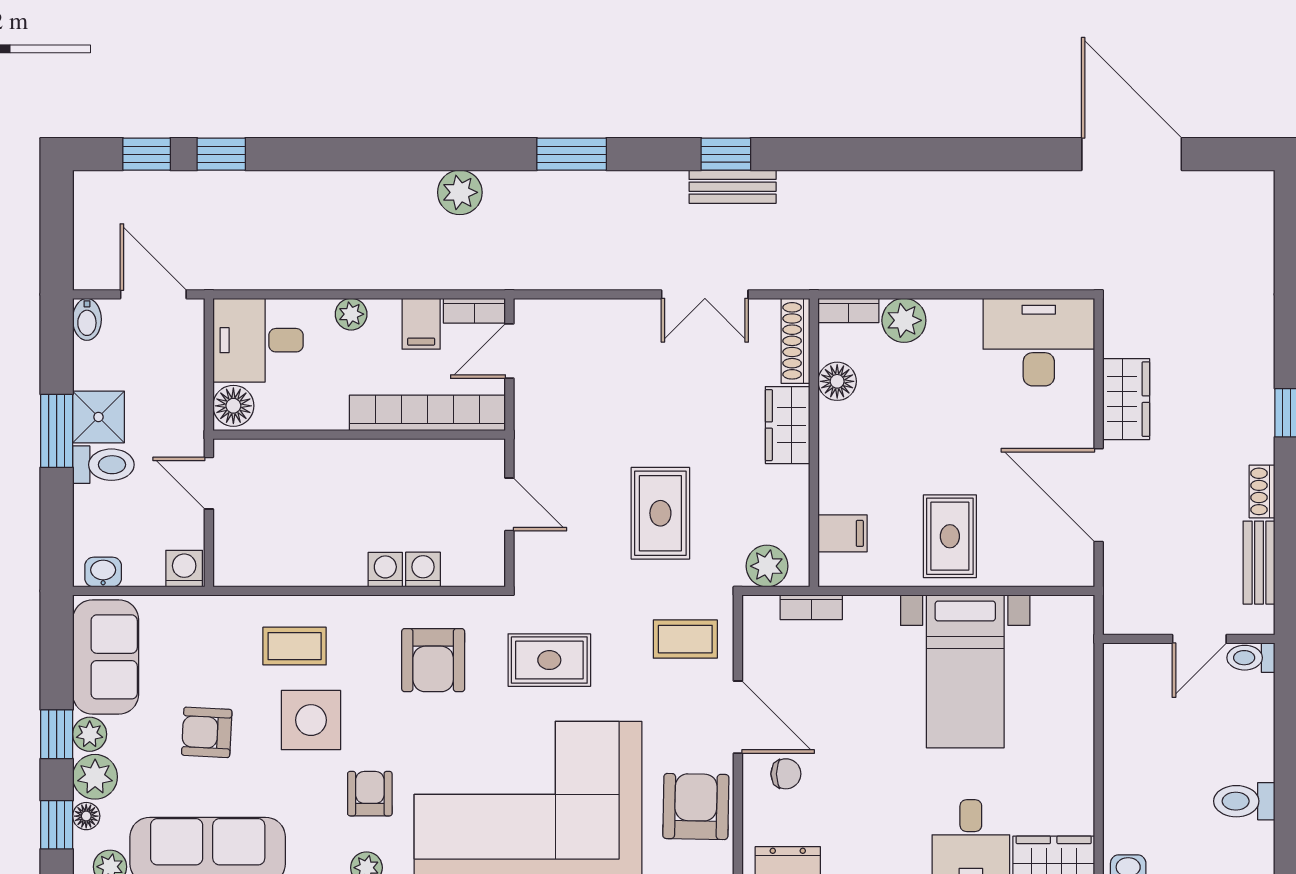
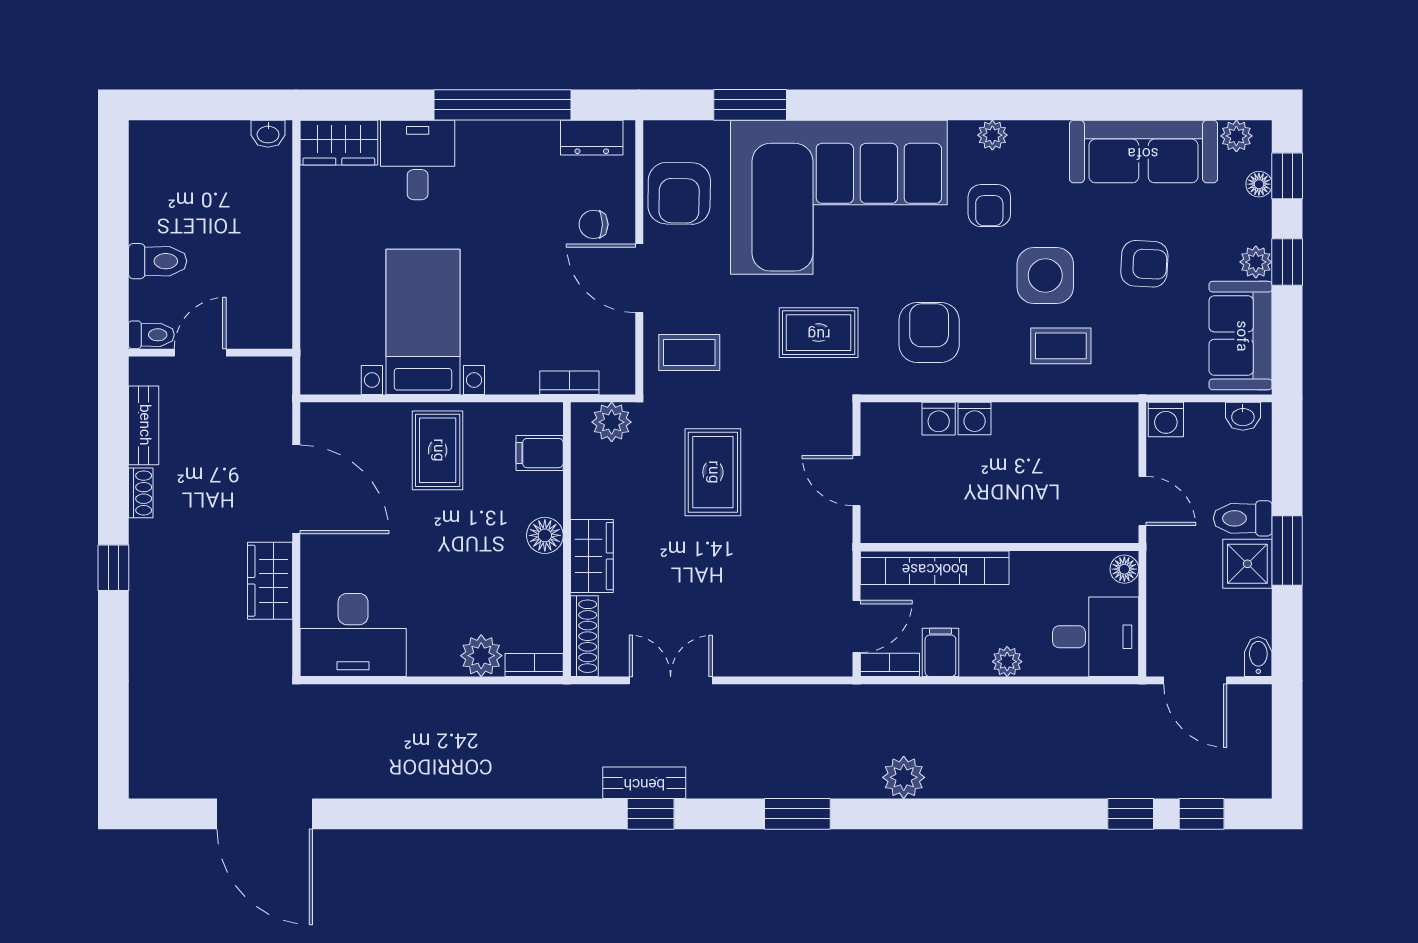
floor lamp: (837, 381) -> (545, 535), moved
floor lamp: (233, 406) -> (1124, 569), width x0.73, depth x0.73
plant: (95, 777) -> (1251, 221), removed
toilet: (1244, 801) -> (158, 261), moved

